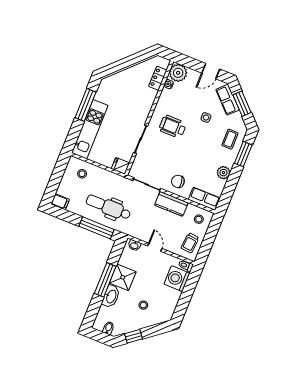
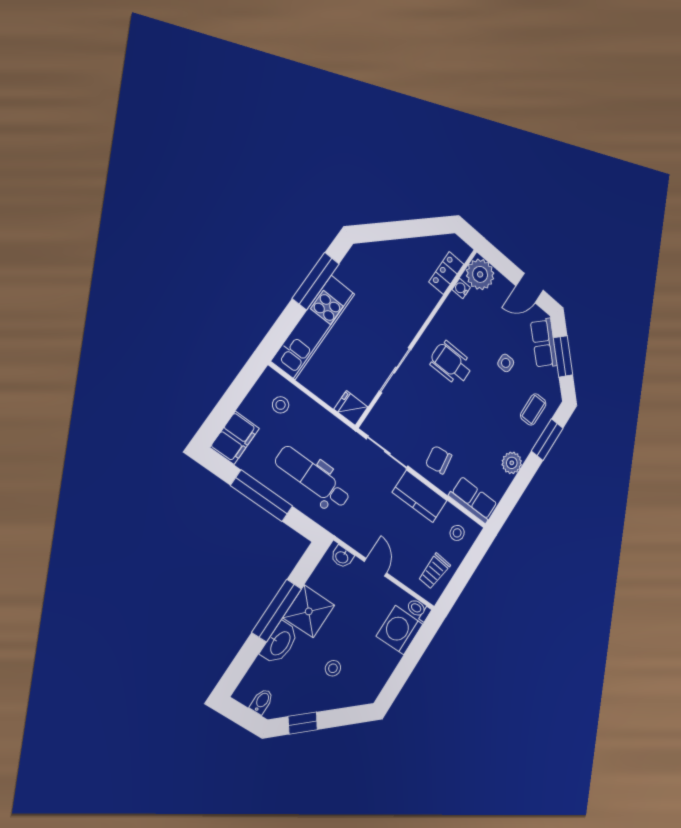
filing cabinet: (60, 202) -> (235, 438), width x2.00
window: (97, 228) -> (262, 496), moved

